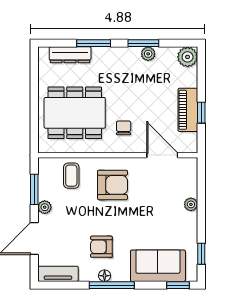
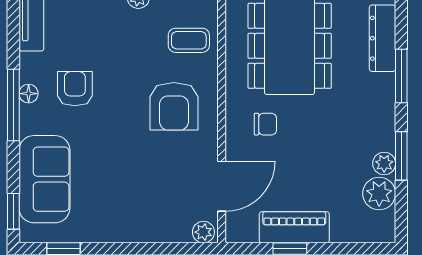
plant: (188, 57) -> (379, 194), moved
plant: (191, 204) -> (203, 232), moved

